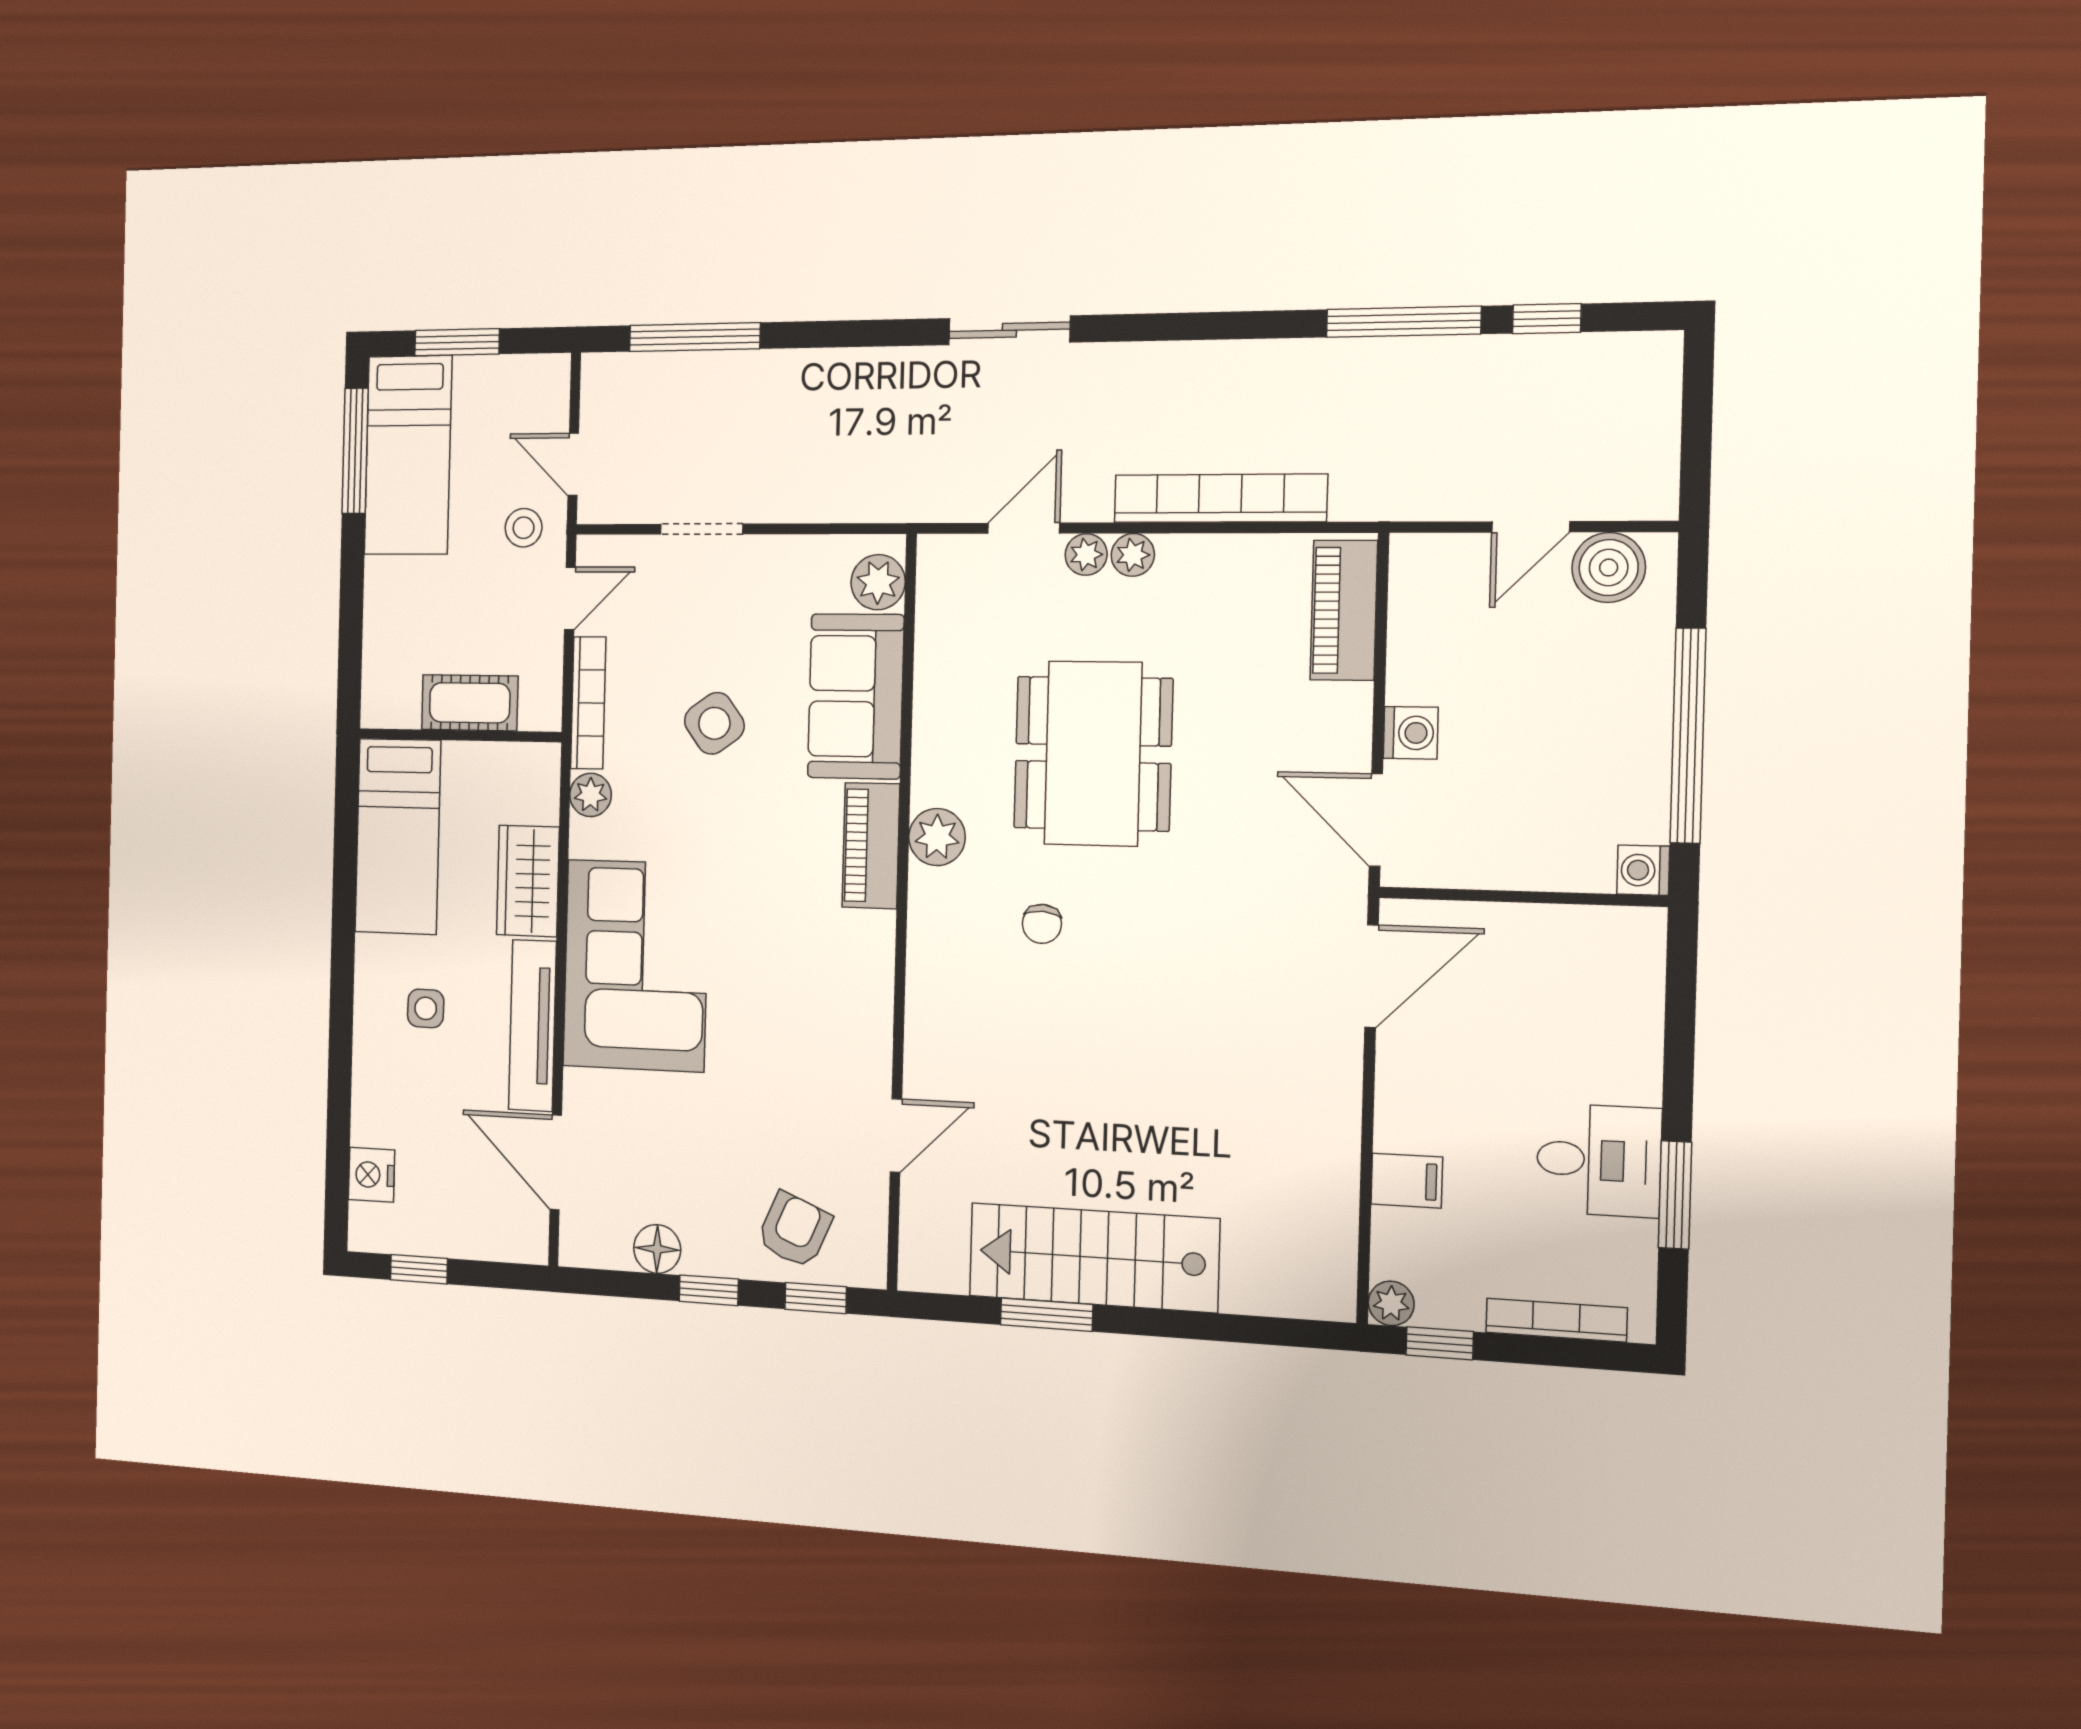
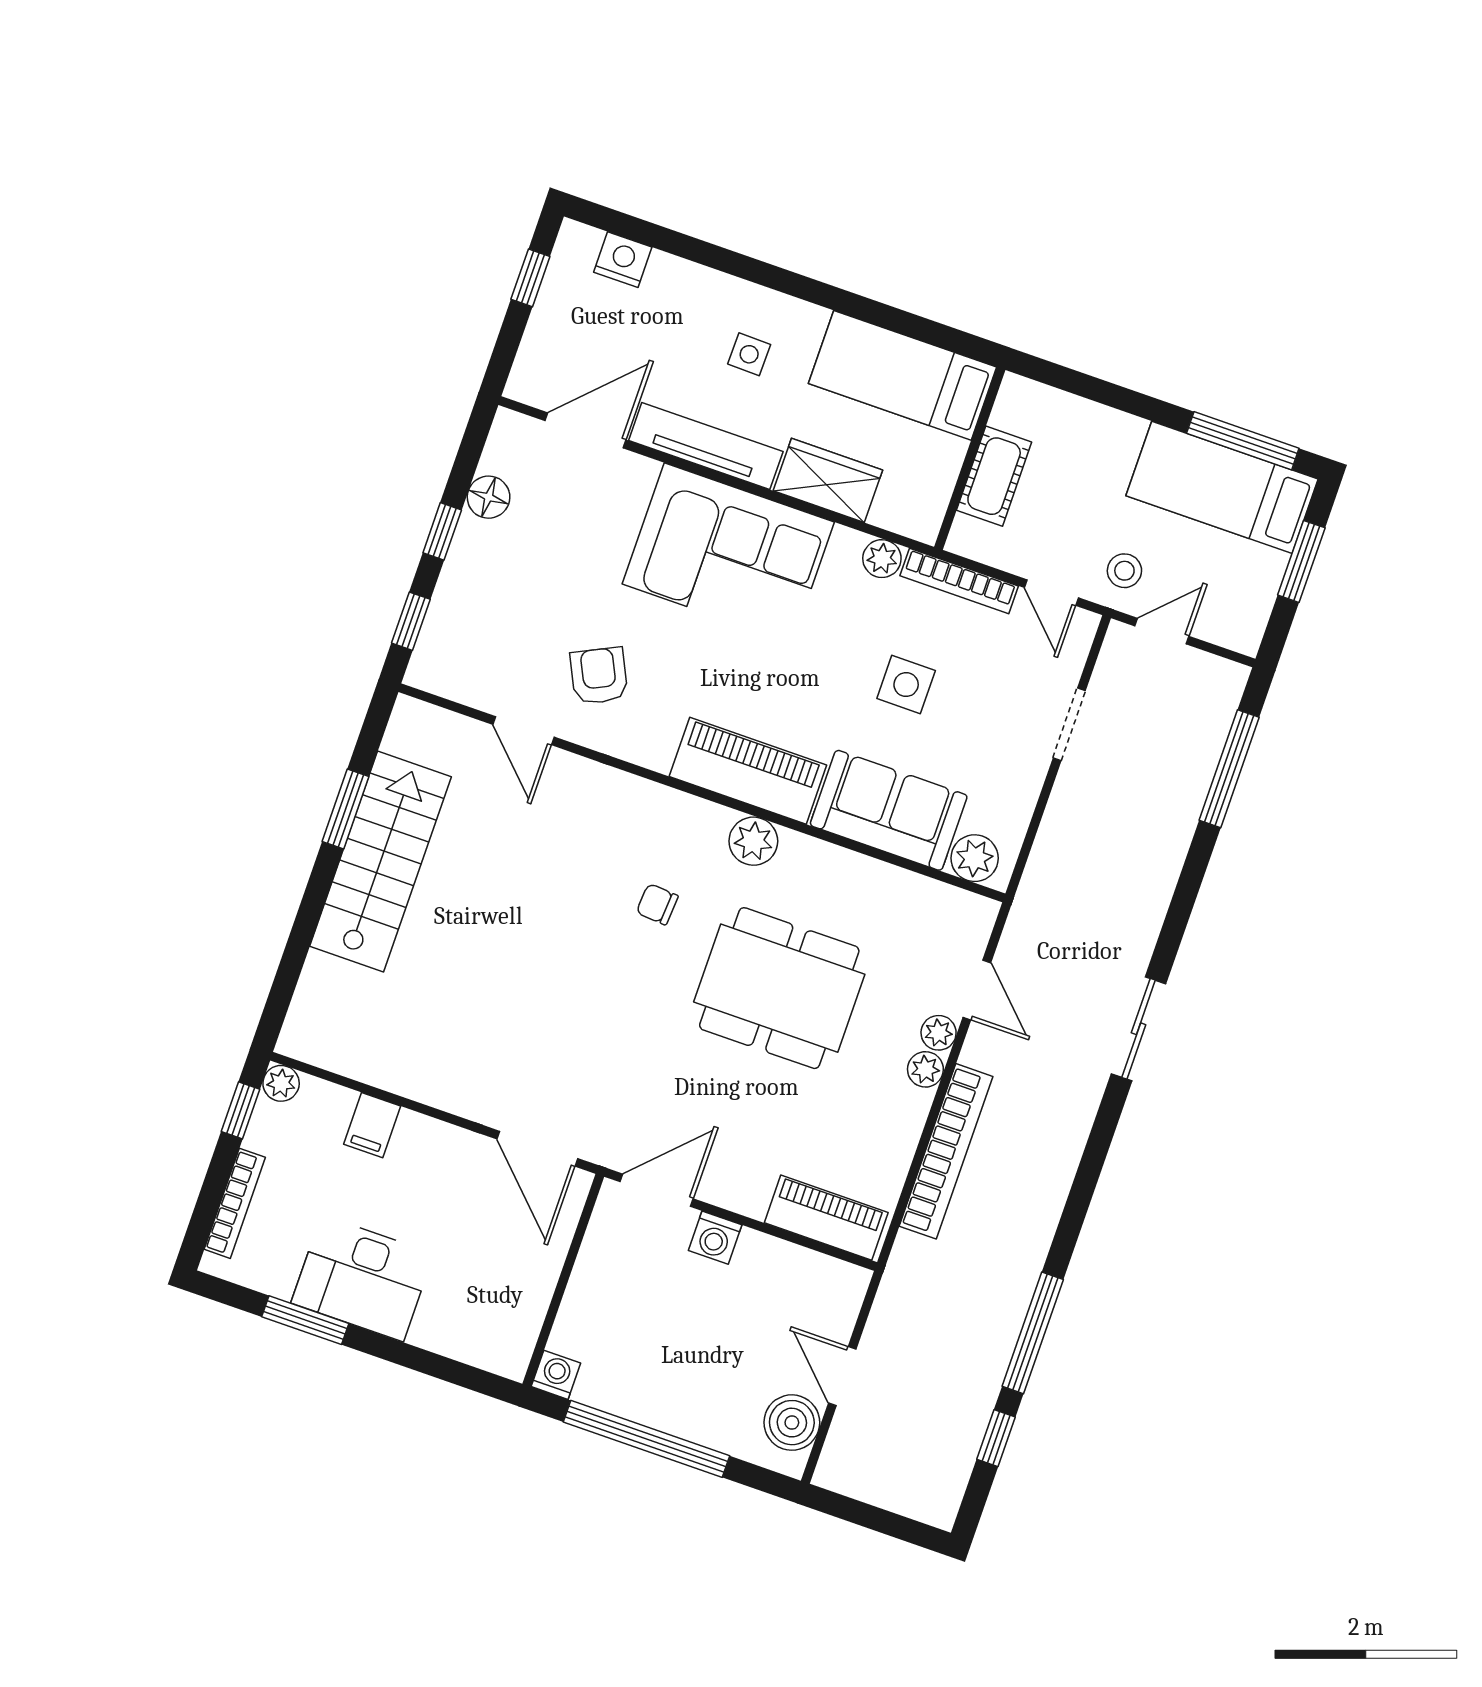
side table: (714, 723) -> (906, 684), turned 36
piano: (871, 846) -> (748, 771), width x1.37, depth x1.33
desk: (1599, 1160) -> (362, 1278), width x1.37
armchair: (794, 1230) -> (599, 676), moved, turned -139

